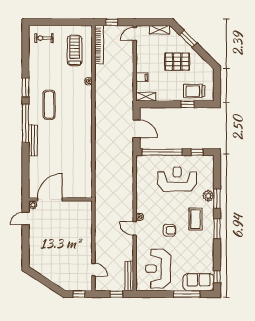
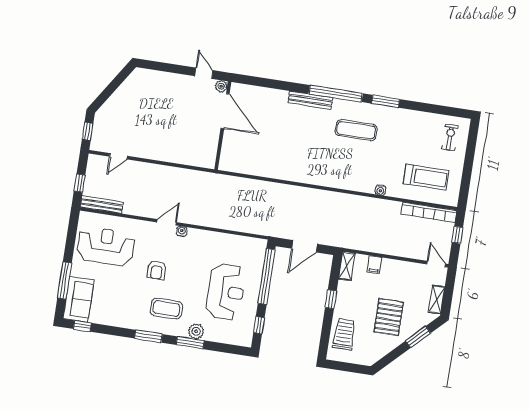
window: (188, 104) -> (331, 299), moved

